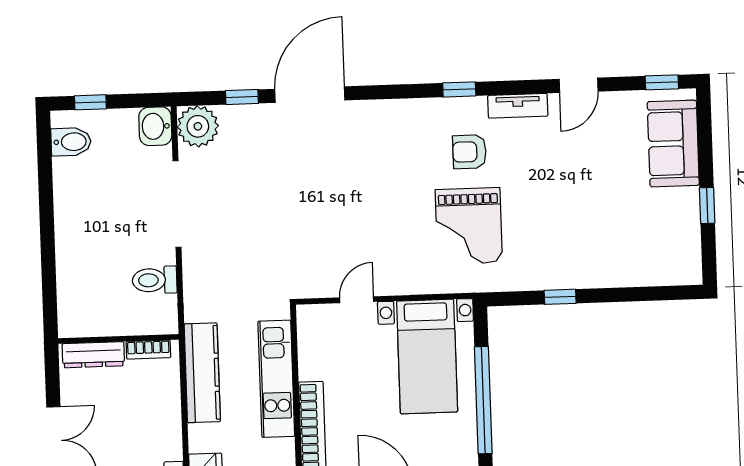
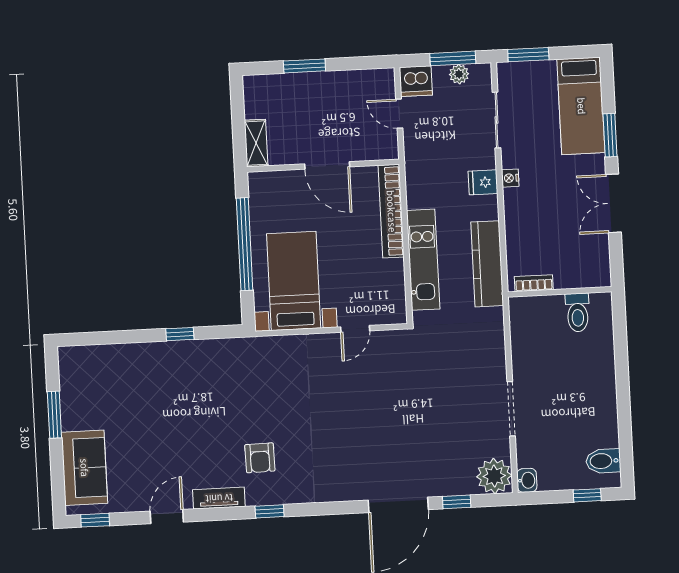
washbasin: (155, 126) -> (527, 480), width x0.72, depth x0.69
armchair: (469, 152) -> (260, 458), turned 89
doorway: (177, 204) -> (511, 409), width x0.73
window: (707, 206) -> (54, 415), width x1.50
grand piano: (469, 226) -> (259, 394), removed
toilet: (155, 280) -> (578, 313), moved, turned 90
dresser: (93, 355) -> (581, 278), removed

